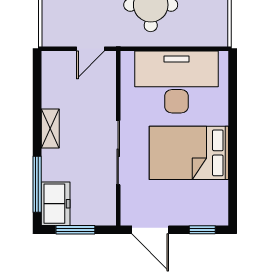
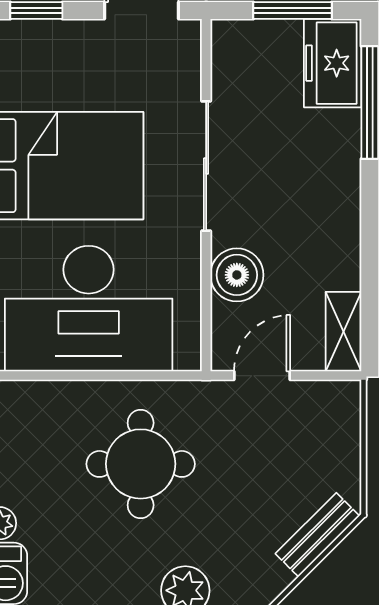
boiler: (103, 99) -> (237, 275), added
shelving: (50, 128) -> (343, 332), moved

